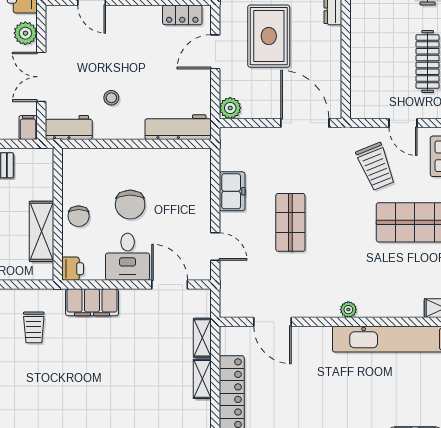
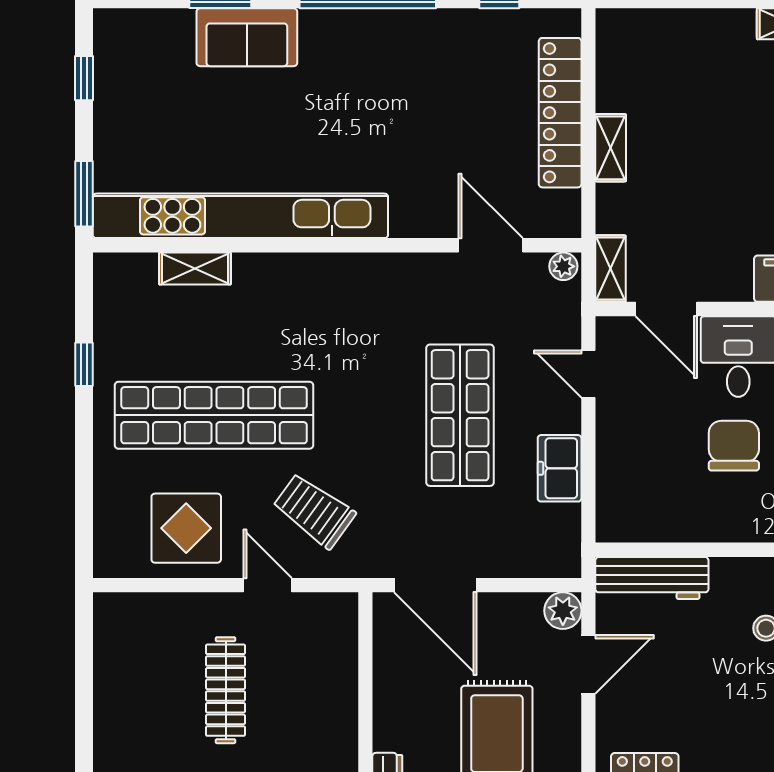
door: (215, 52) -> (588, 664), moved
trolley: (376, 167) -> (314, 511), turned -32
shop shelf: (290, 222) -> (460, 415), width x1.43, depth x1.36
plant: (348, 310) -> (563, 266), moved
shelving: (202, 338) -> (610, 268), moved

